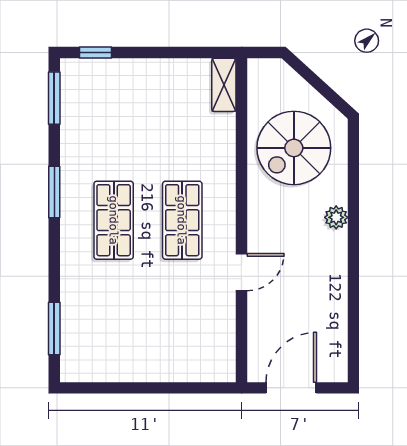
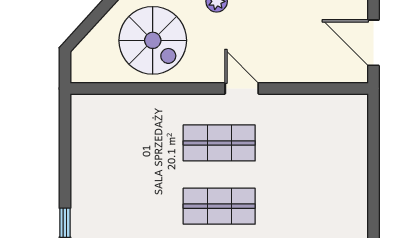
shelving: (224, 85) -> (95, 105), removed
door: (242, 272) -> (242, 88), moved

